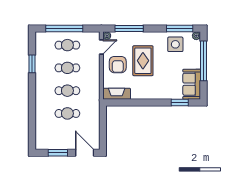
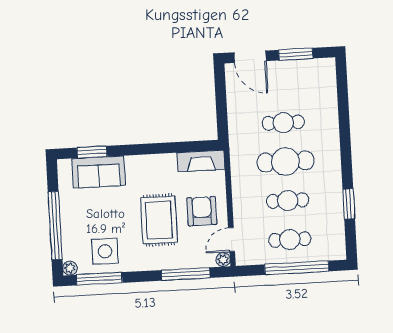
sofa: (192, 84) -> (99, 172), moved, turned 90
cafe table: (67, 91) -> (285, 162), width x1.37, depth x1.35

